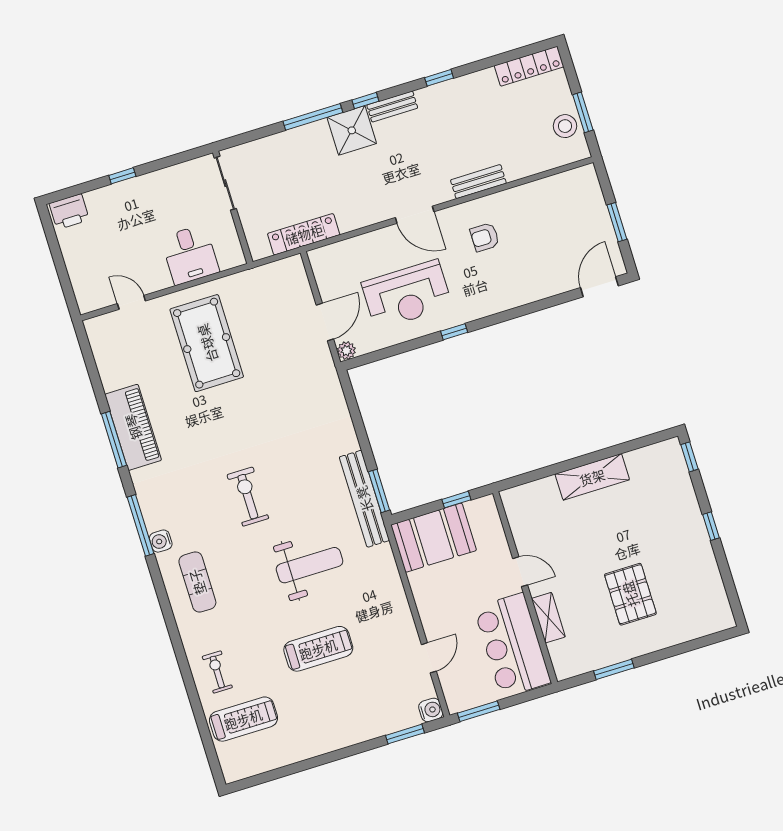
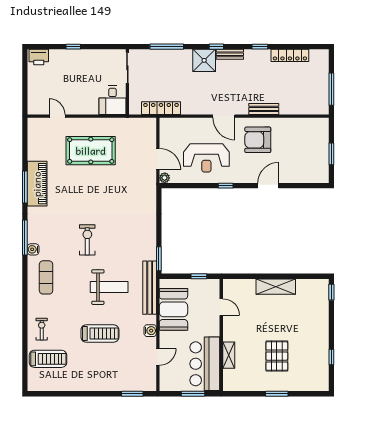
locker: (529, 66) -> (290, 55), moved
window: (583, 112) -> (331, 89), width x1.44
window: (313, 117) -> (167, 47), moved
stool: (565, 126) -> (319, 94), removed
armchair: (485, 237) -> (258, 140), width x1.88, depth x1.88
desk: (190, 255) -> (112, 100), moved
door: (599, 287) -> (268, 186), moved
door: (325, 322) -> (158, 159), hinge flipped
pool table: (207, 343) -> (91, 151), turned 90
bench: (364, 499) -> (150, 288), moved
window: (711, 526) -> (331, 357), moved
booth: (434, 538) -> (173, 309), moved, turned 90
door: (520, 572) -> (221, 307), moved
window: (614, 669) -> (277, 394), moved
water cooler: (431, 710) -> (150, 331), moved
window: (479, 711) -> (193, 394), moved

